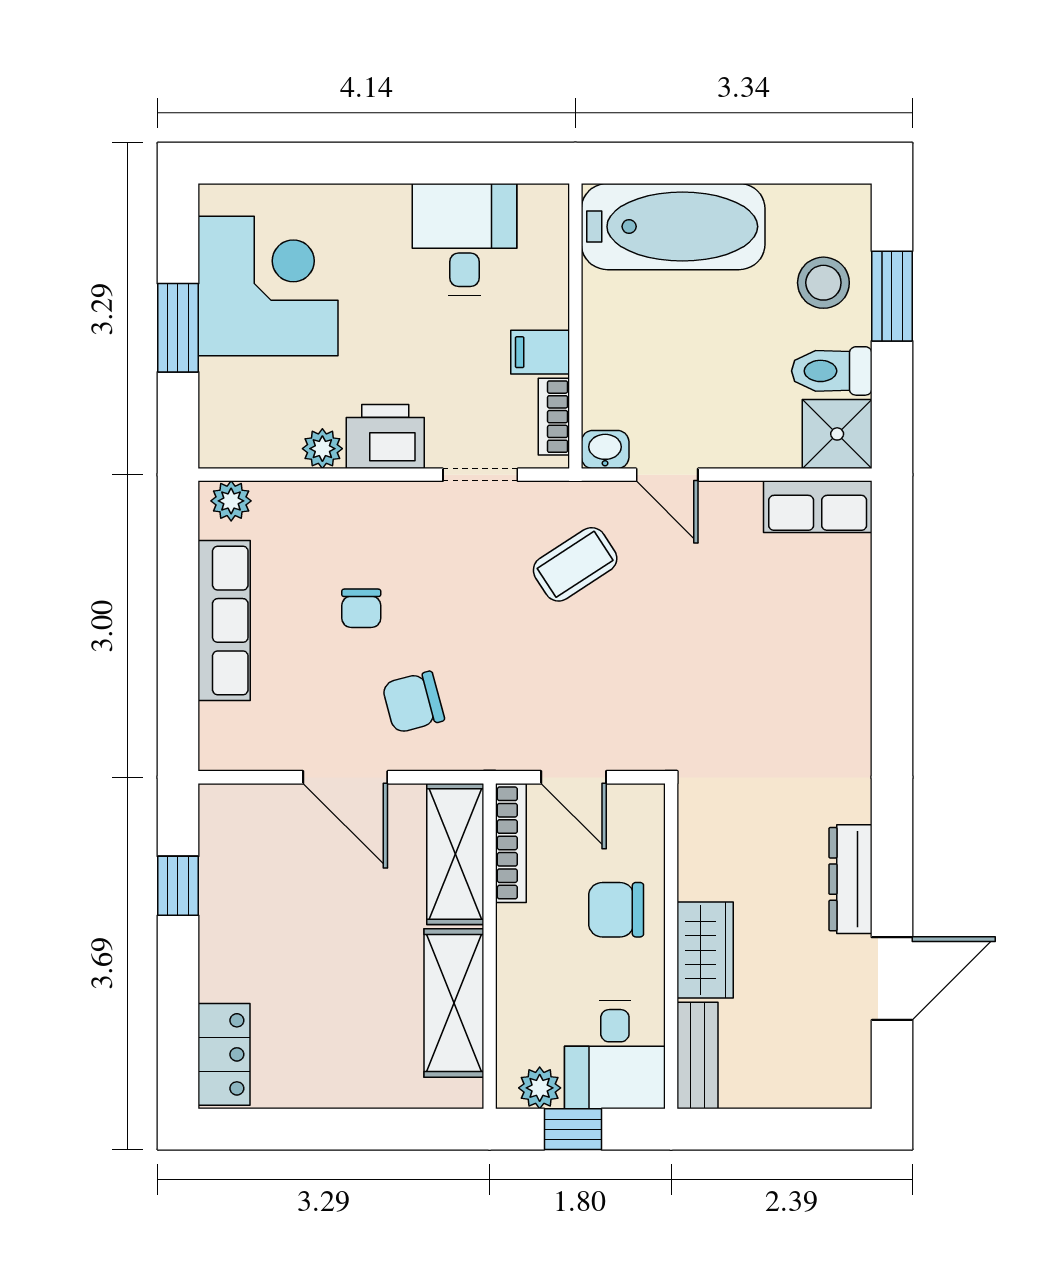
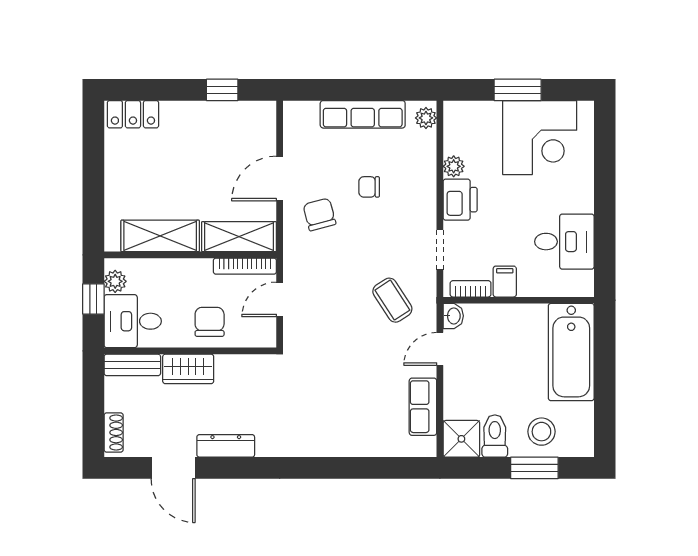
row of seats: (818, 507) -> (423, 407), moved
shoe rack: (825, 1091) -> (114, 432), added

